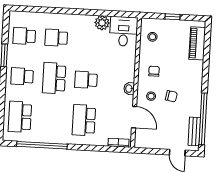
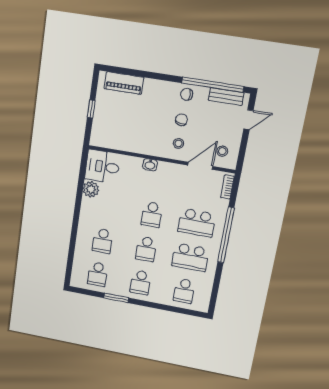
stool: (152, 37) -> (222, 151), moved
chair: (154, 71) -> (187, 94), moved
school desk: (54, 78) -> (146, 249), width x0.54
washbasin: (129, 89) -> (150, 165), moved
school desk: (20, 117) -> (184, 291), width x0.54
school desk: (52, 118) -> (190, 257), added
window: (42, 145) -> (226, 235), moved

